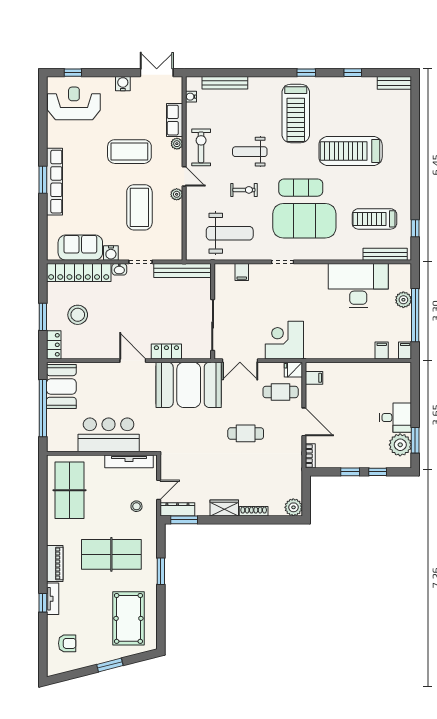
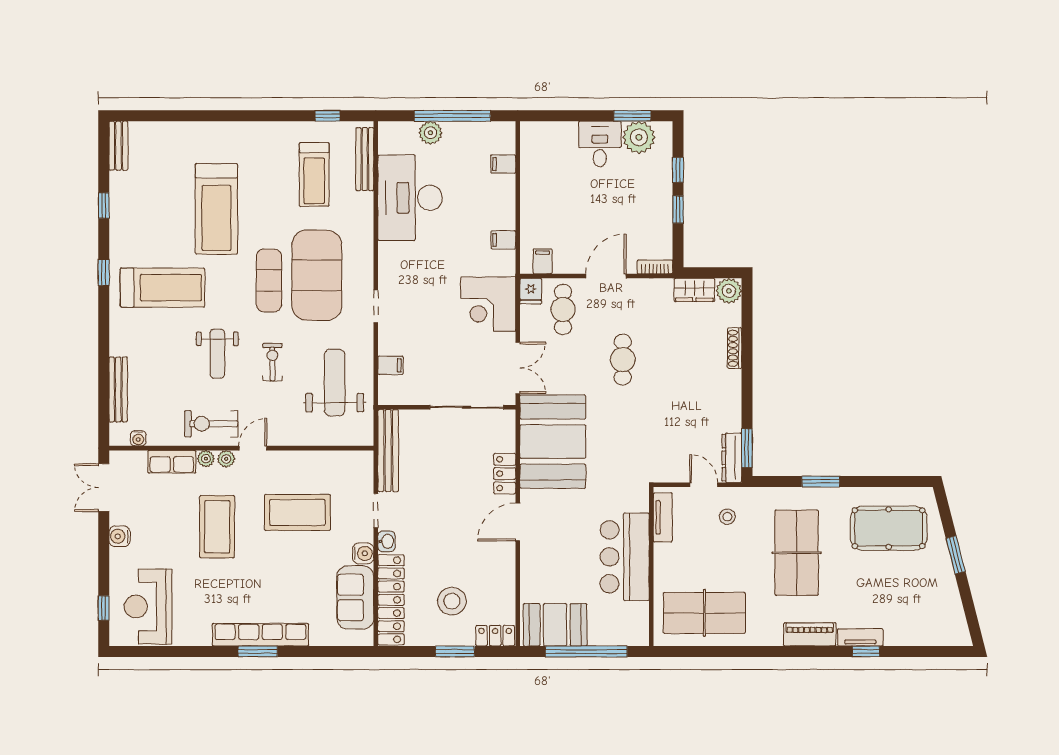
plant: (177, 194) -> (226, 459), moved
filing cabinet: (405, 350) -> (503, 240), moved
tv unit: (129, 461) -> (663, 517), width x0.71
wardrobe: (224, 508) -> (694, 290), moved, turned -90
armchair: (67, 643) -> (925, 616), removed

